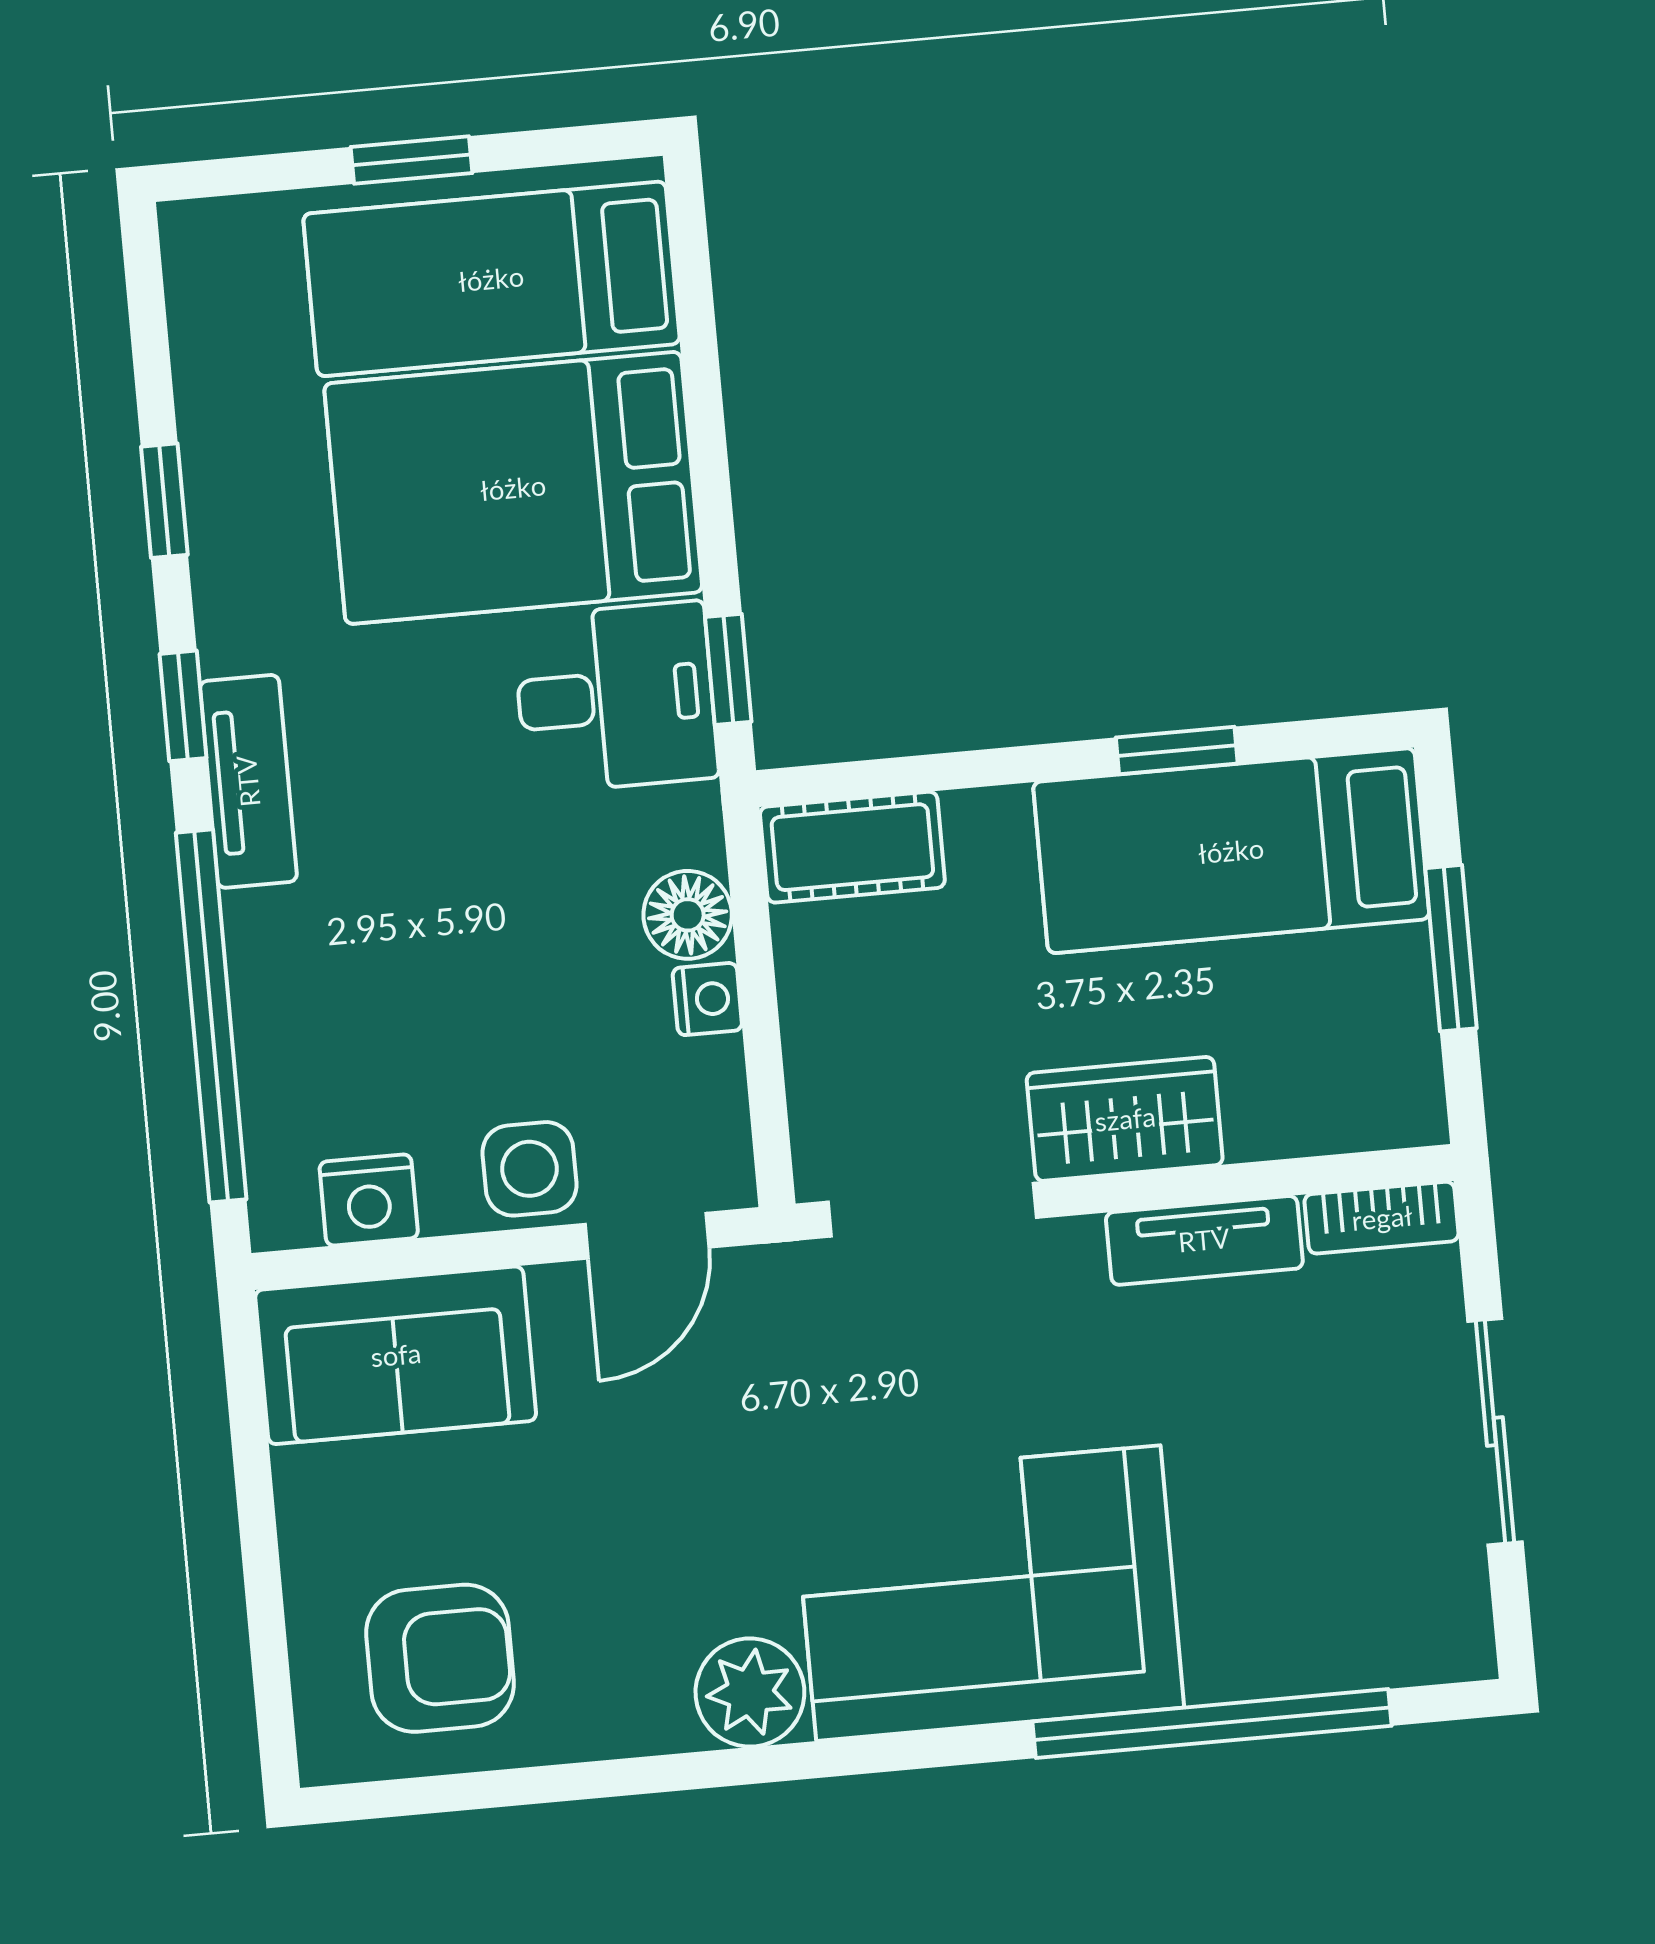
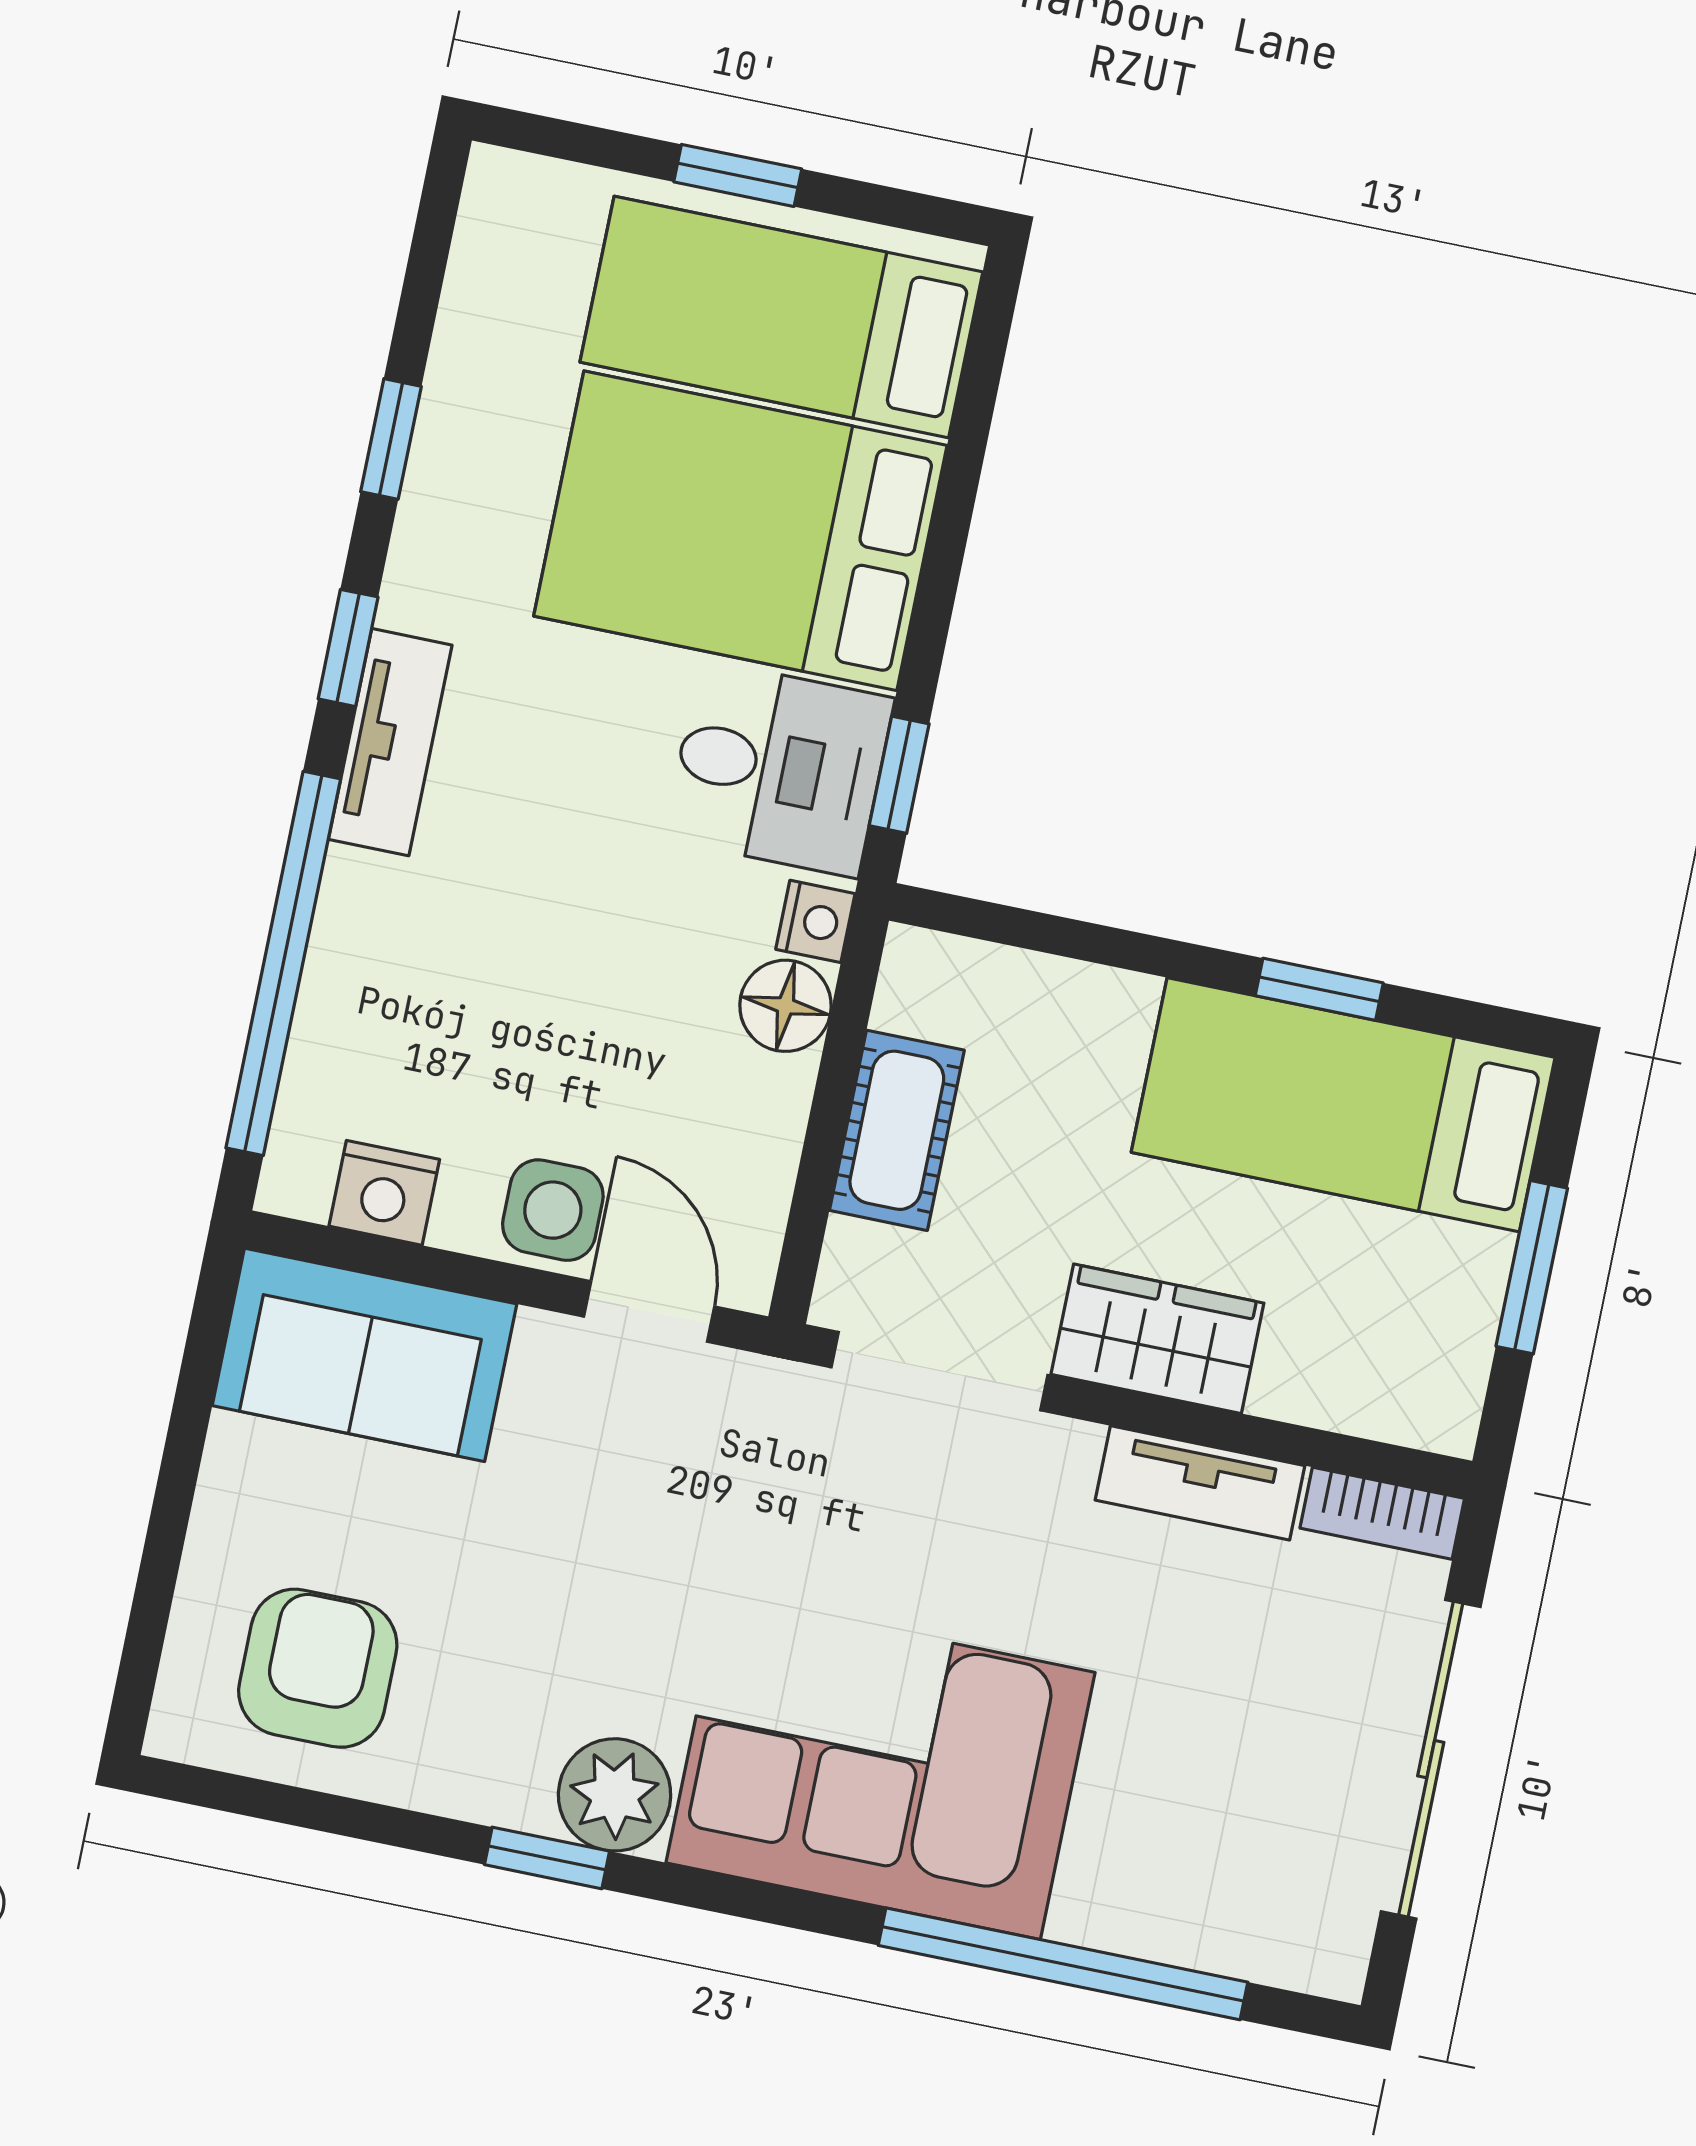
cot: (852, 847) -> (897, 1130), moved, turned 90
nightstand: (707, 999) -> (815, 921), moved
door: (647, 1236) -> (649, 1312), swing flipped
sliding door: (1495, 1432) -> (1431, 1759), width x1.37
armchair: (440, 1658) -> (318, 1668), turned -90
window: (705, 1770) -> (547, 1858), added

